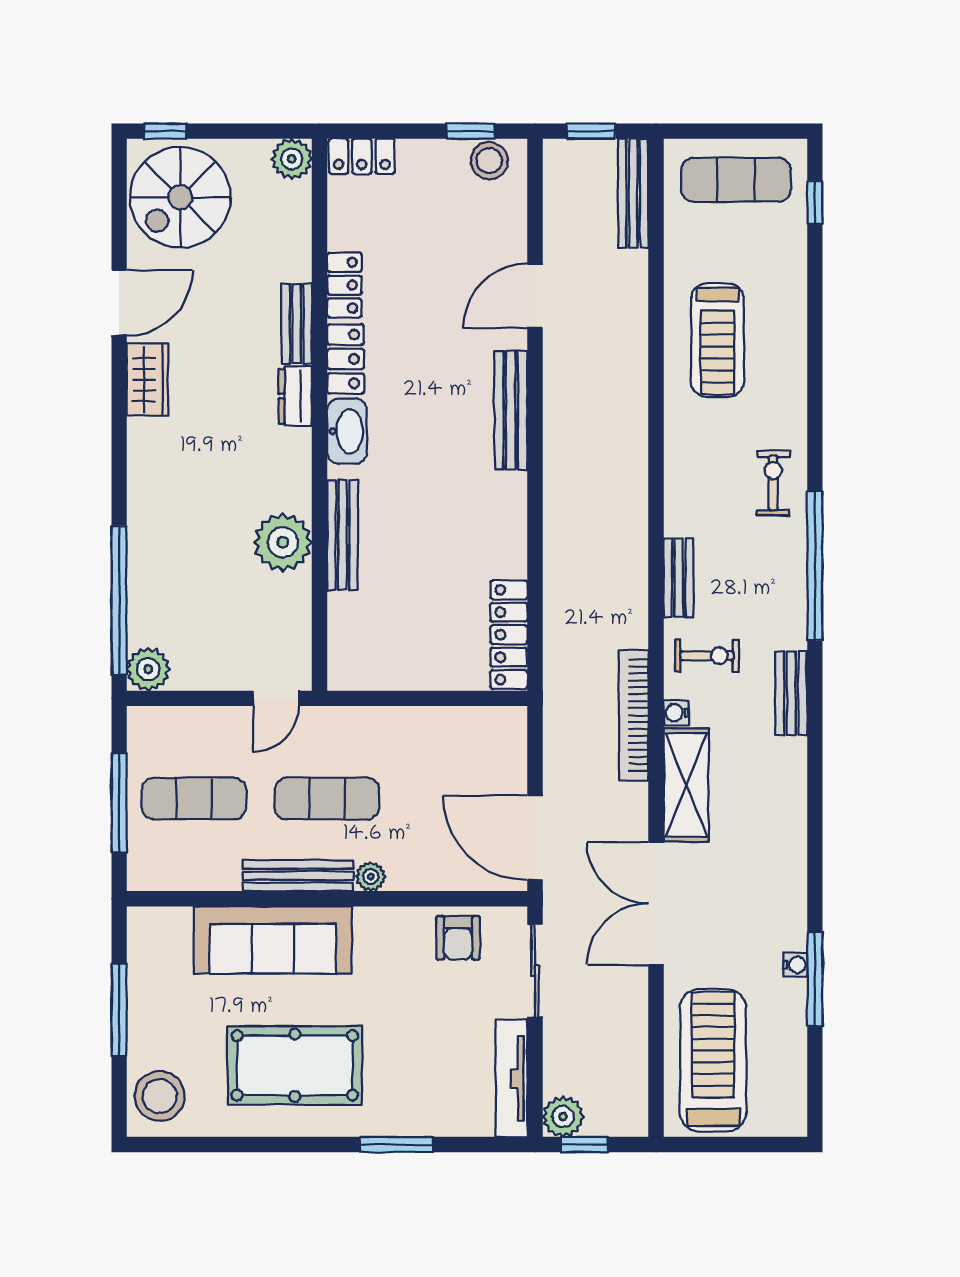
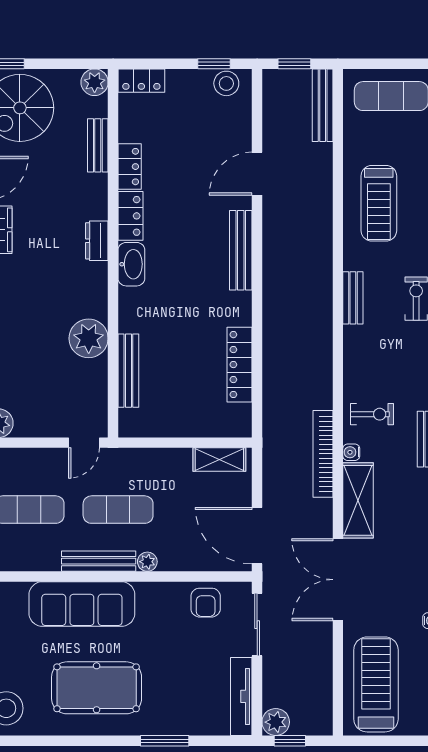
bench: (297, 324) -> (98, 145), moved
bench: (342, 535) -> (128, 371), moved
bench: (679, 578) -> (353, 298), moved
locker: (509, 635) -> (240, 365), moved
shelving: (479, 724) -> (219, 460), added

